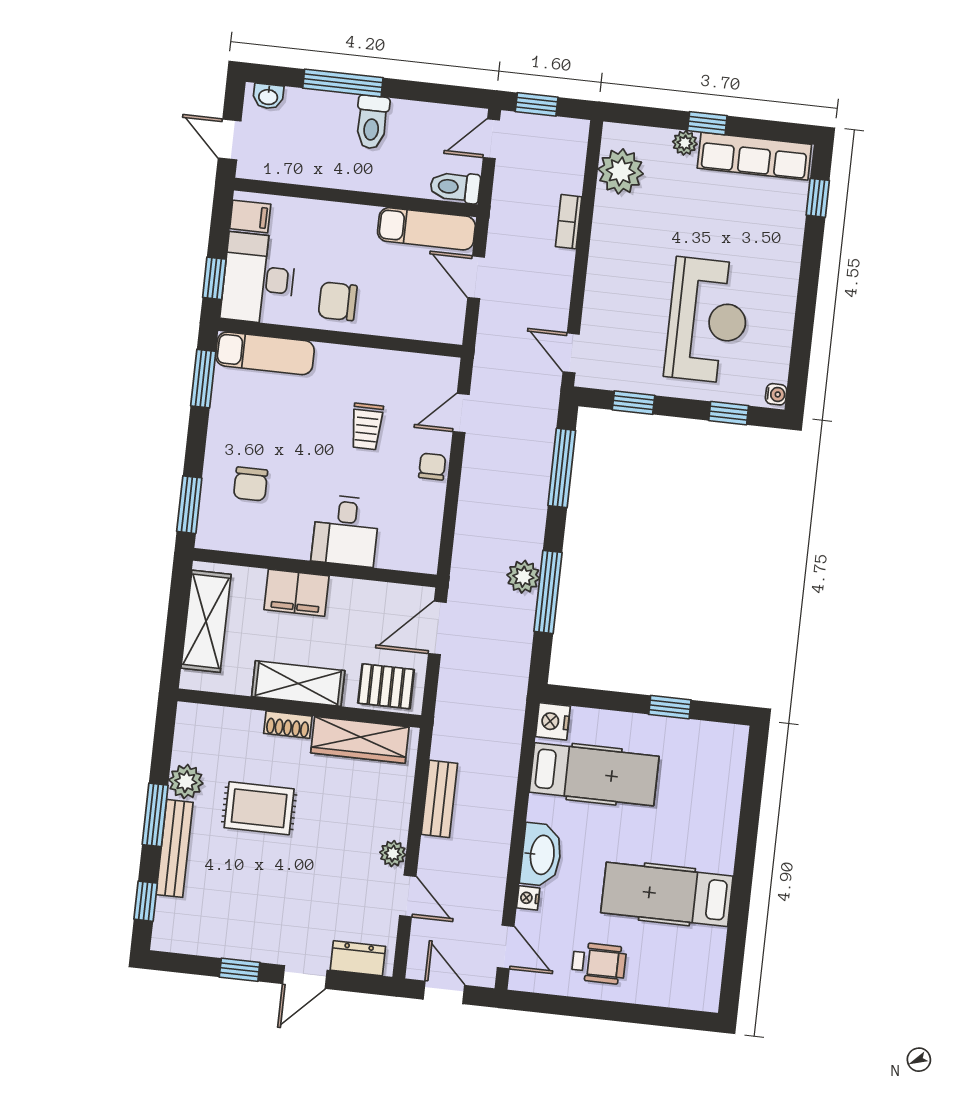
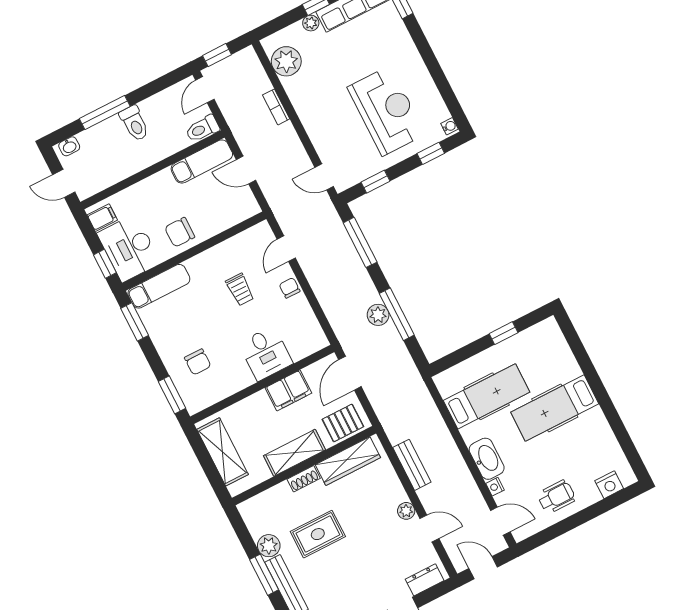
filing cabinet: (297, 593) -> (288, 390), moved
nightstand: (553, 721) -> (609, 485), moved, turned -90
hospital bed: (667, 894) -> (555, 408), moved

